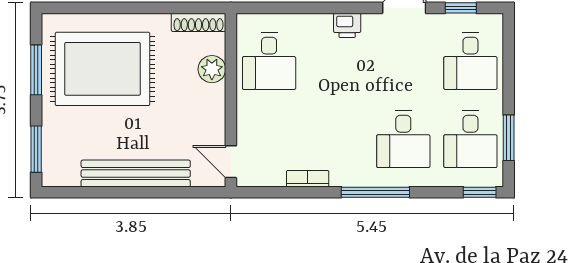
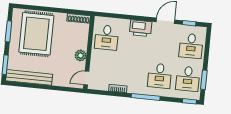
printer: (347, 25) -> (141, 28), width x1.87, depth x1.48
rug: (103, 69) -> (36, 34), turned 90
plant: (212, 69) -> (81, 55), moved
door: (231, 162) -> (86, 78), hinge flipped
bench: (136, 174) -> (29, 77), moved

